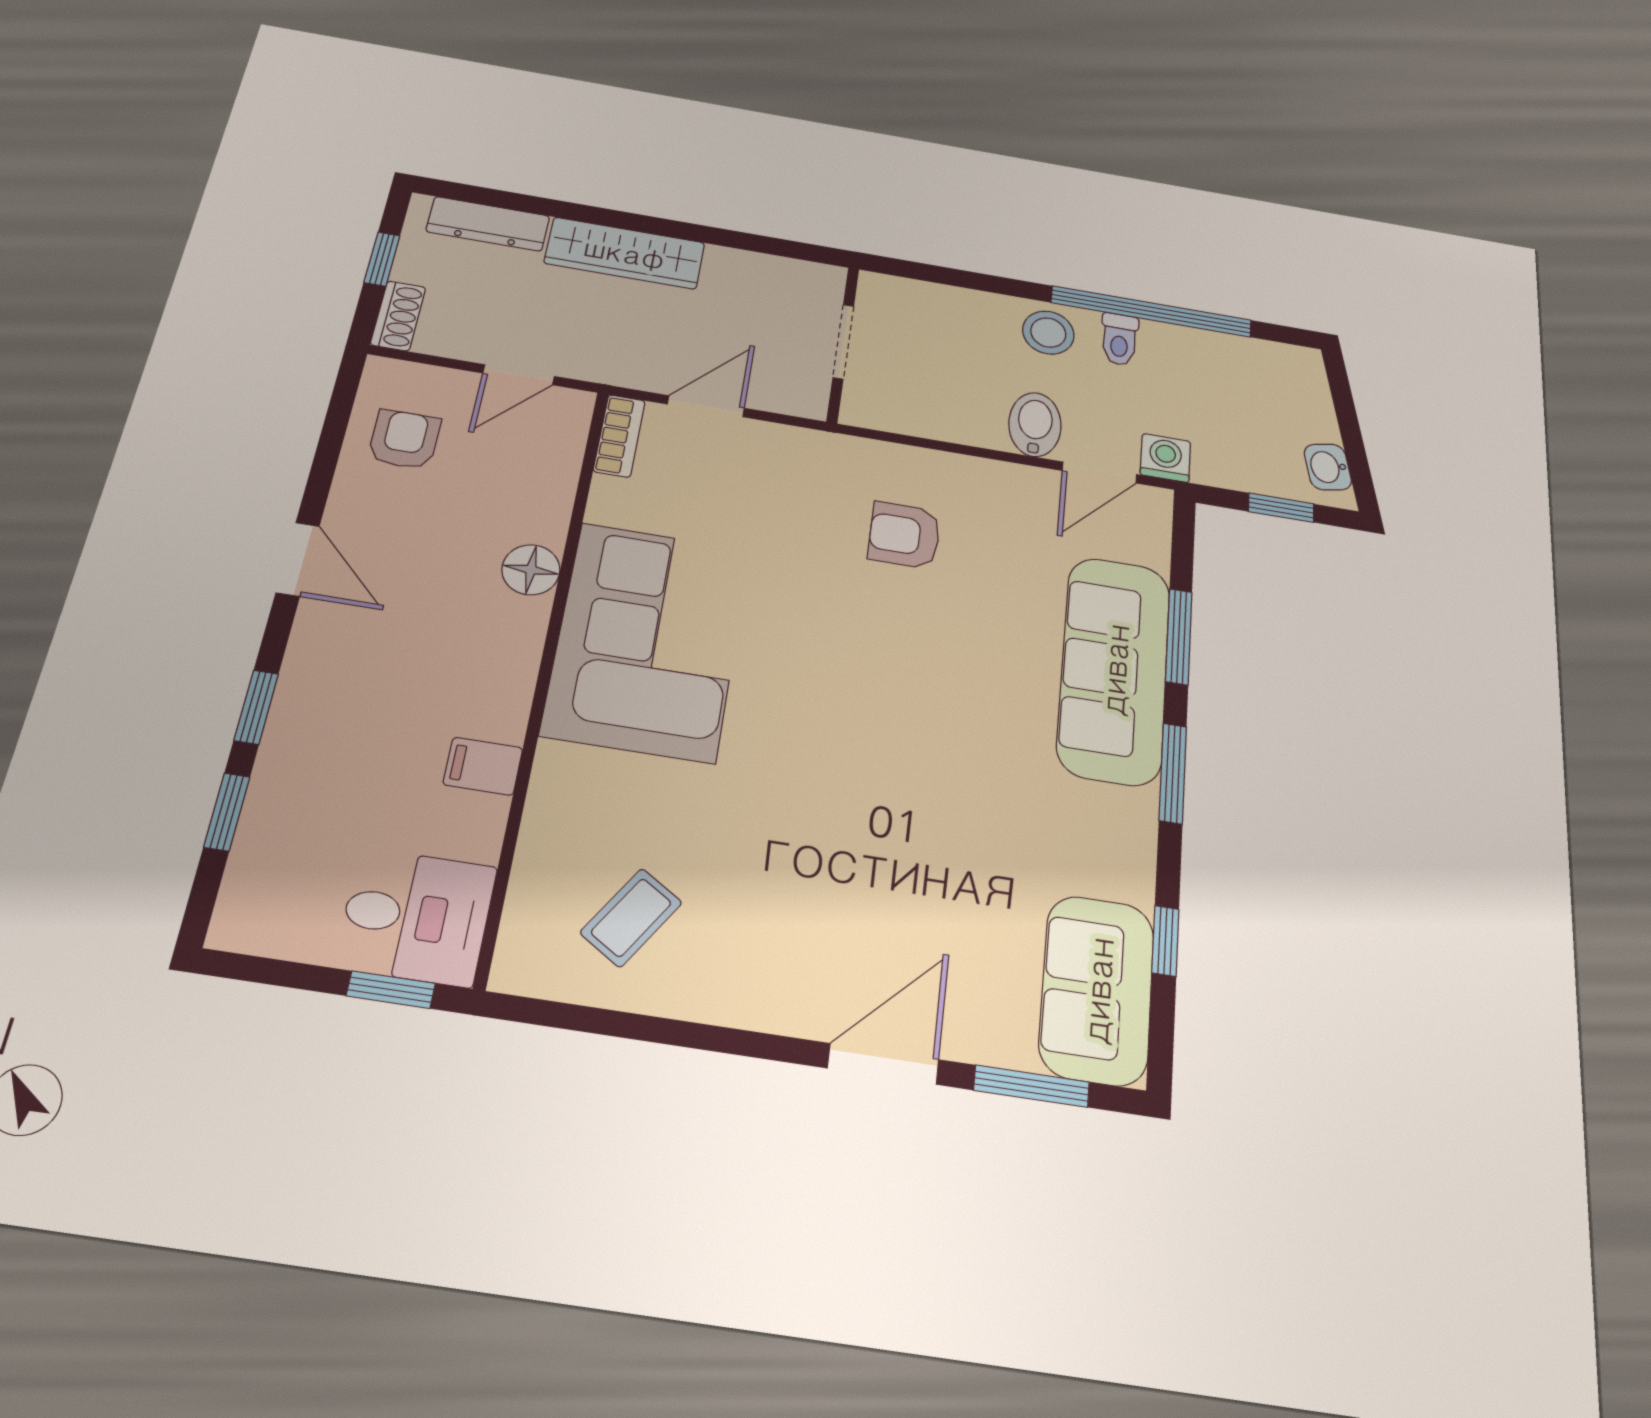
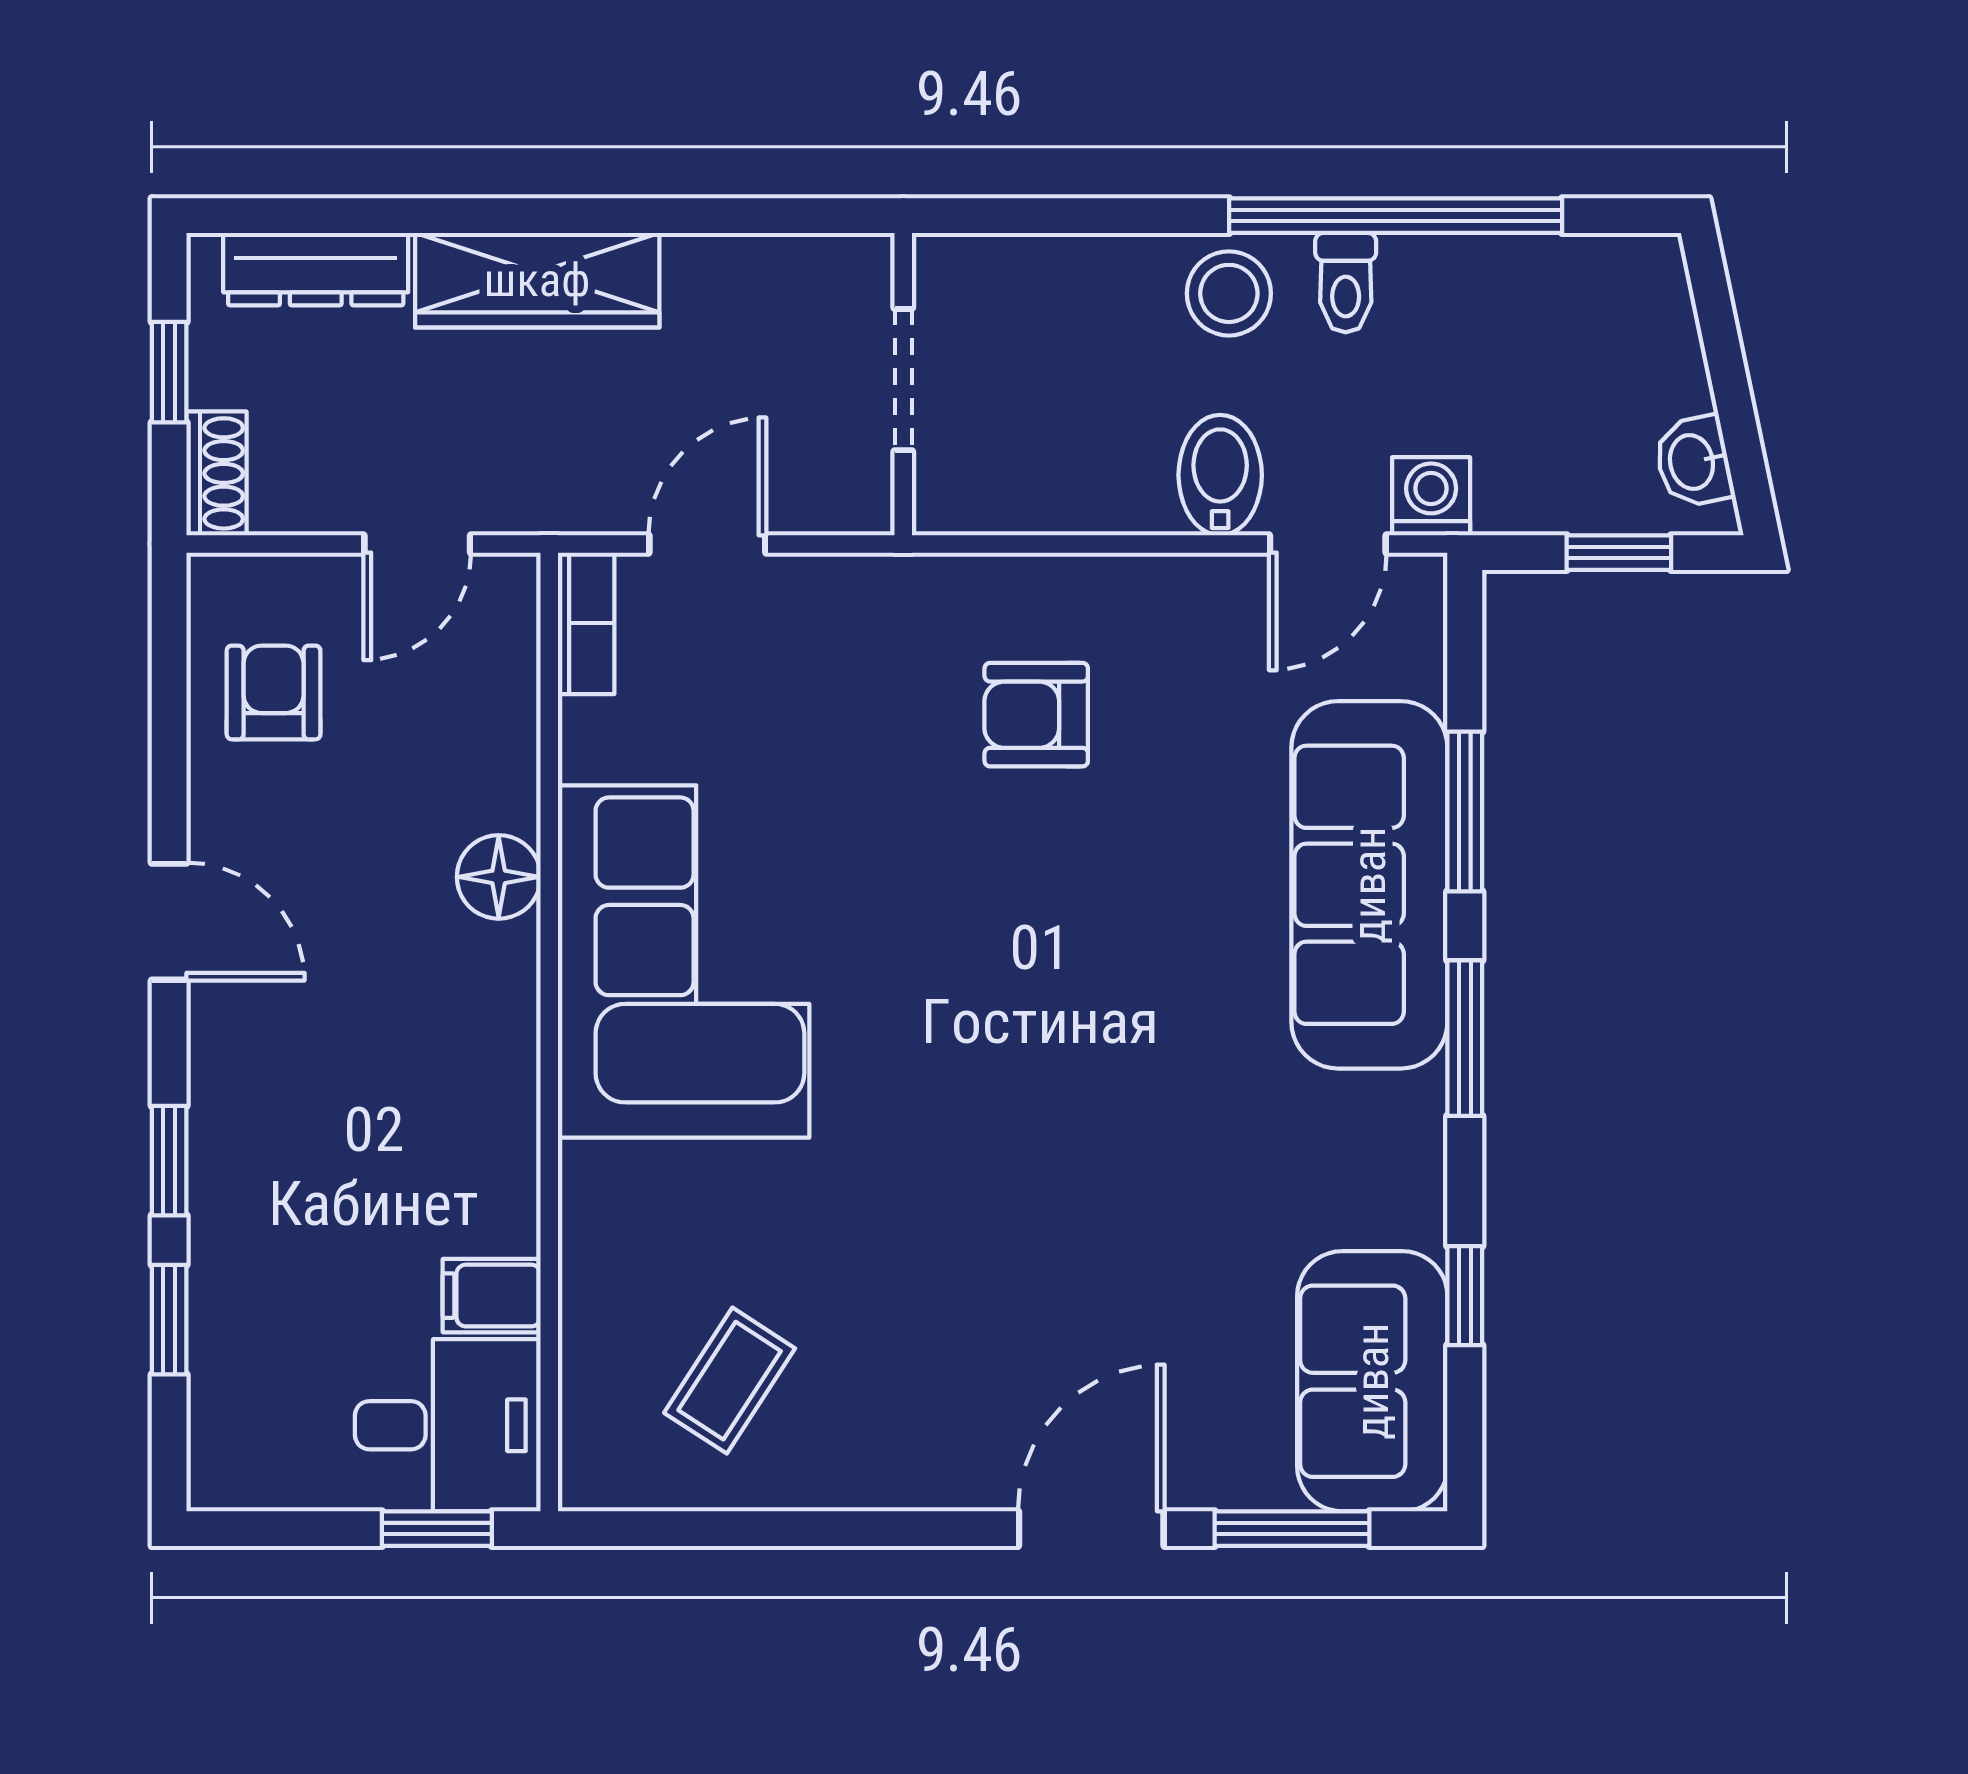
filing cabinet: (483, 766) -> (492, 1296), moved

